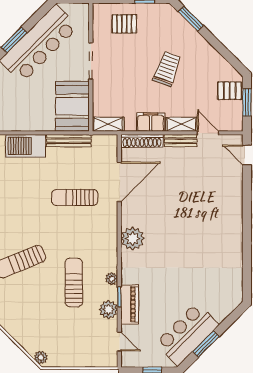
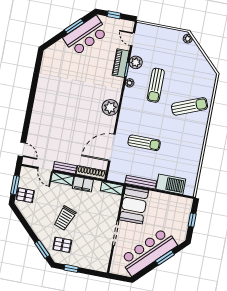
pallet: (124, 24) -> (62, 245), moved

